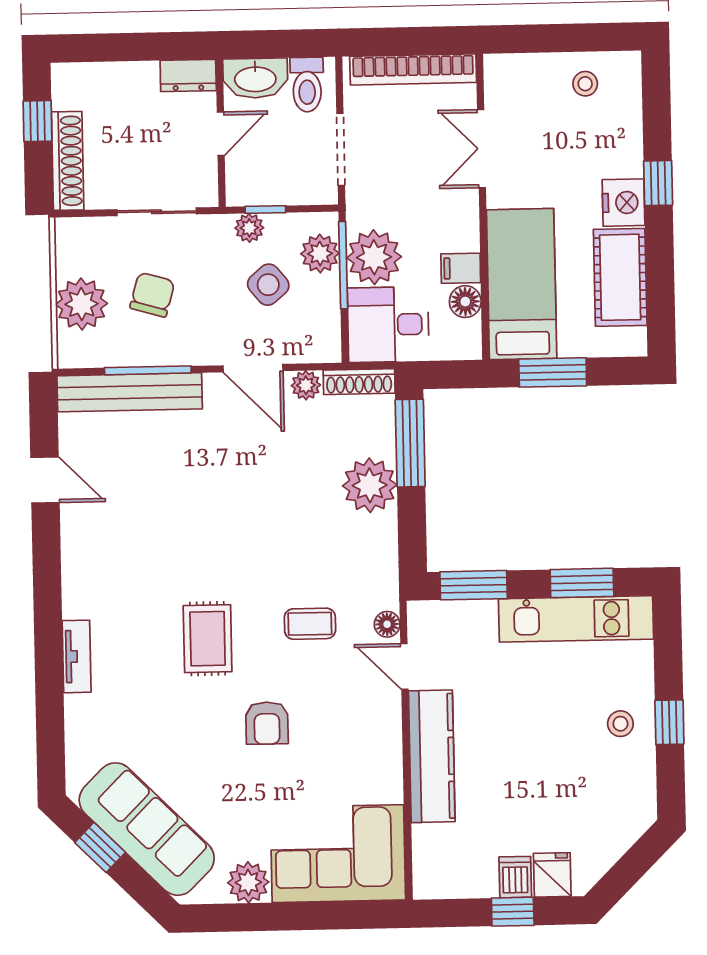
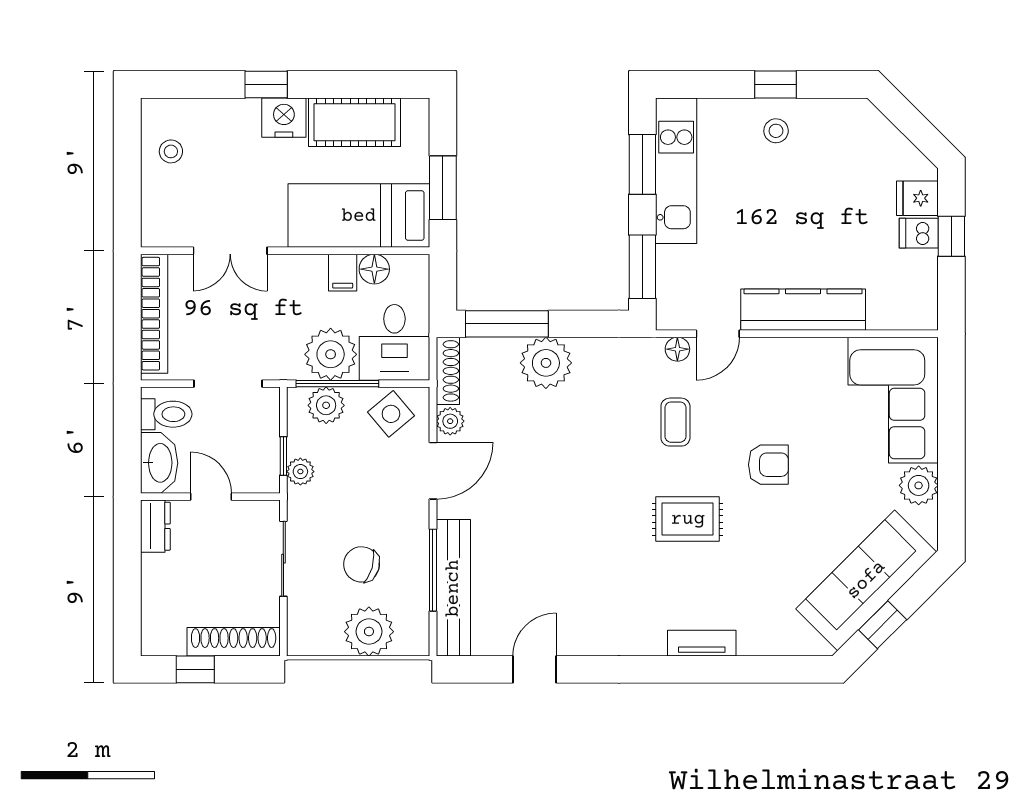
side table: (268, 285) -> (391, 414), moved

